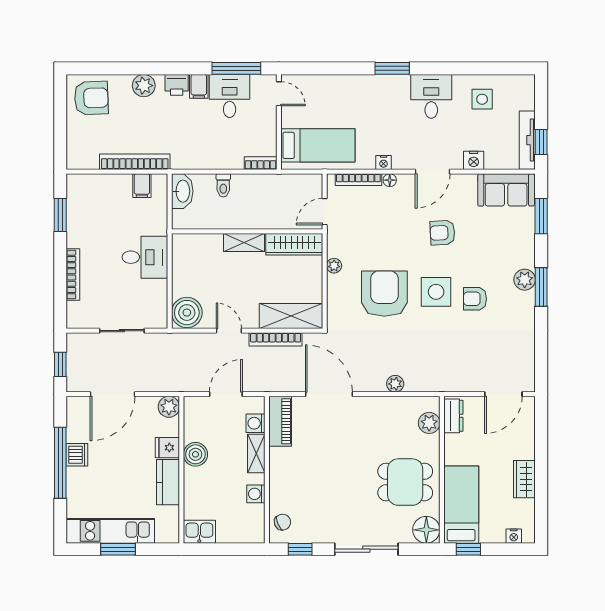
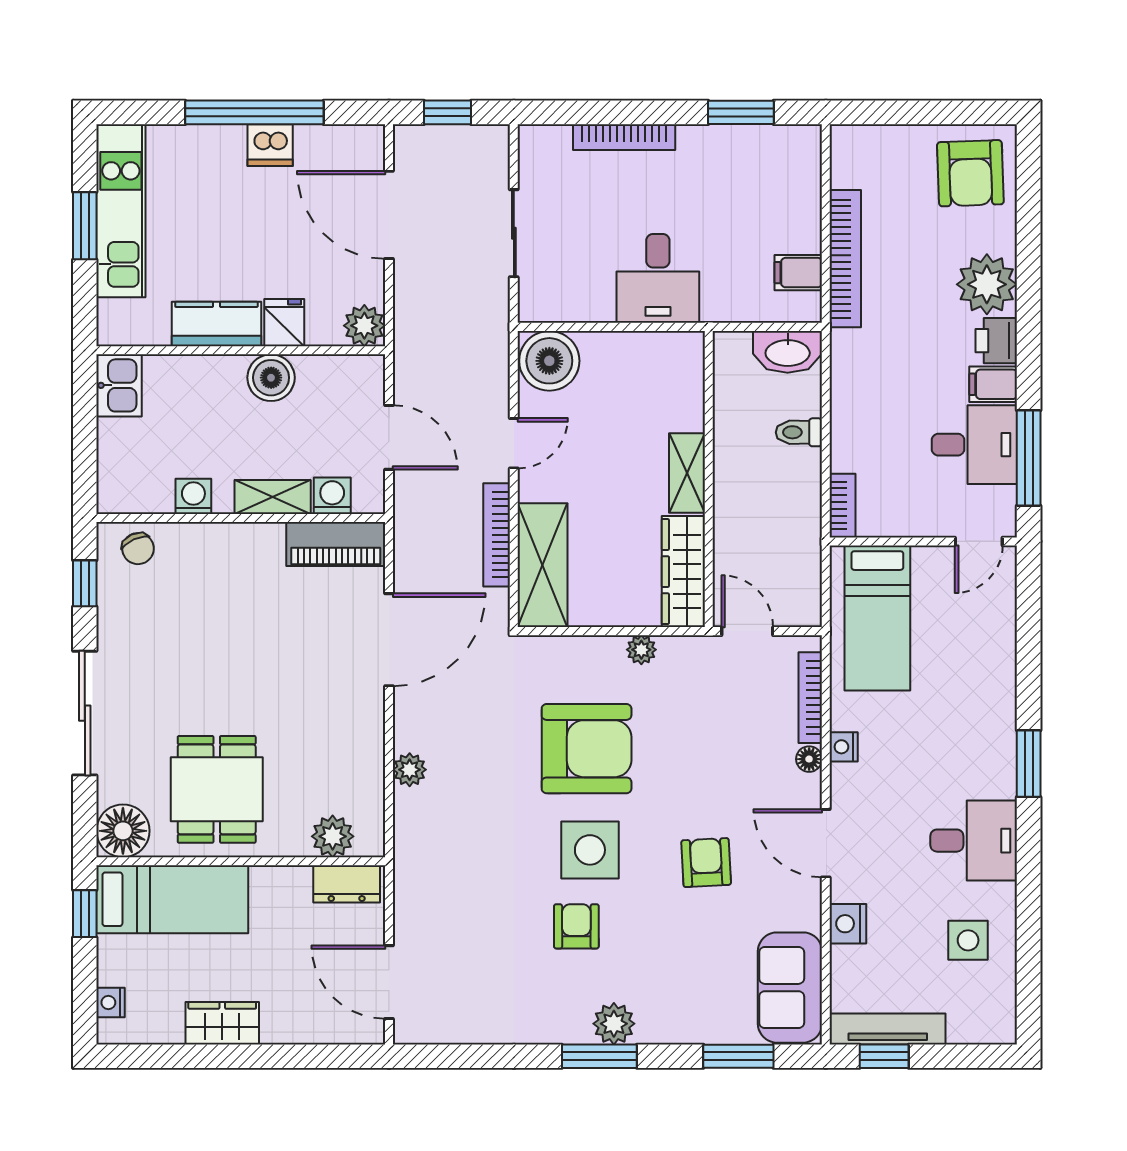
plant: (144, 86) -> (987, 284), width x1.36, depth x1.36

